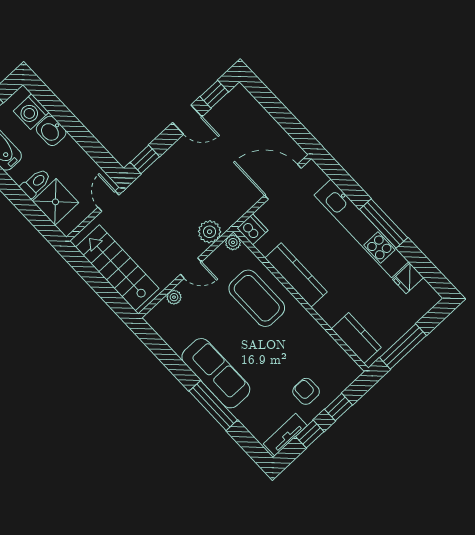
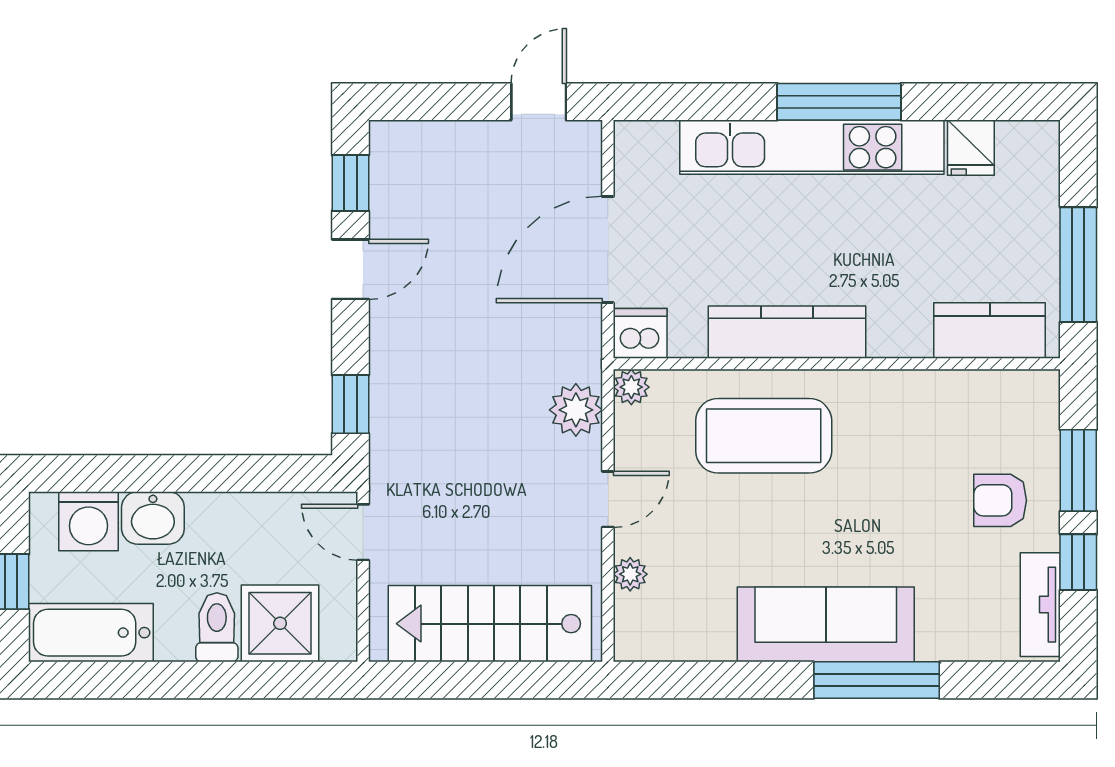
door: (295, 129) -> (539, 102), added
door: (283, 182) -> (608, 250), moved
window: (339, 407) -> (1078, 470), width x1.50

